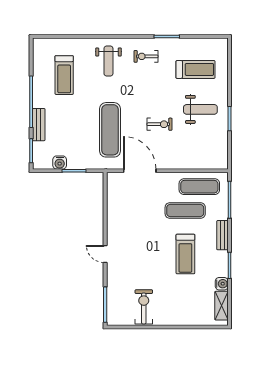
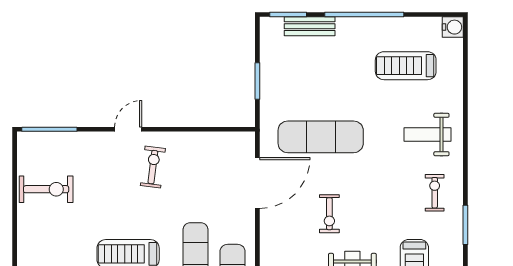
bench: (39, 125) -> (310, 26), moved
water cooler: (60, 163) -> (453, 27), moved, turned 180
exercise bike: (129, 238) -> (153, 167), added

